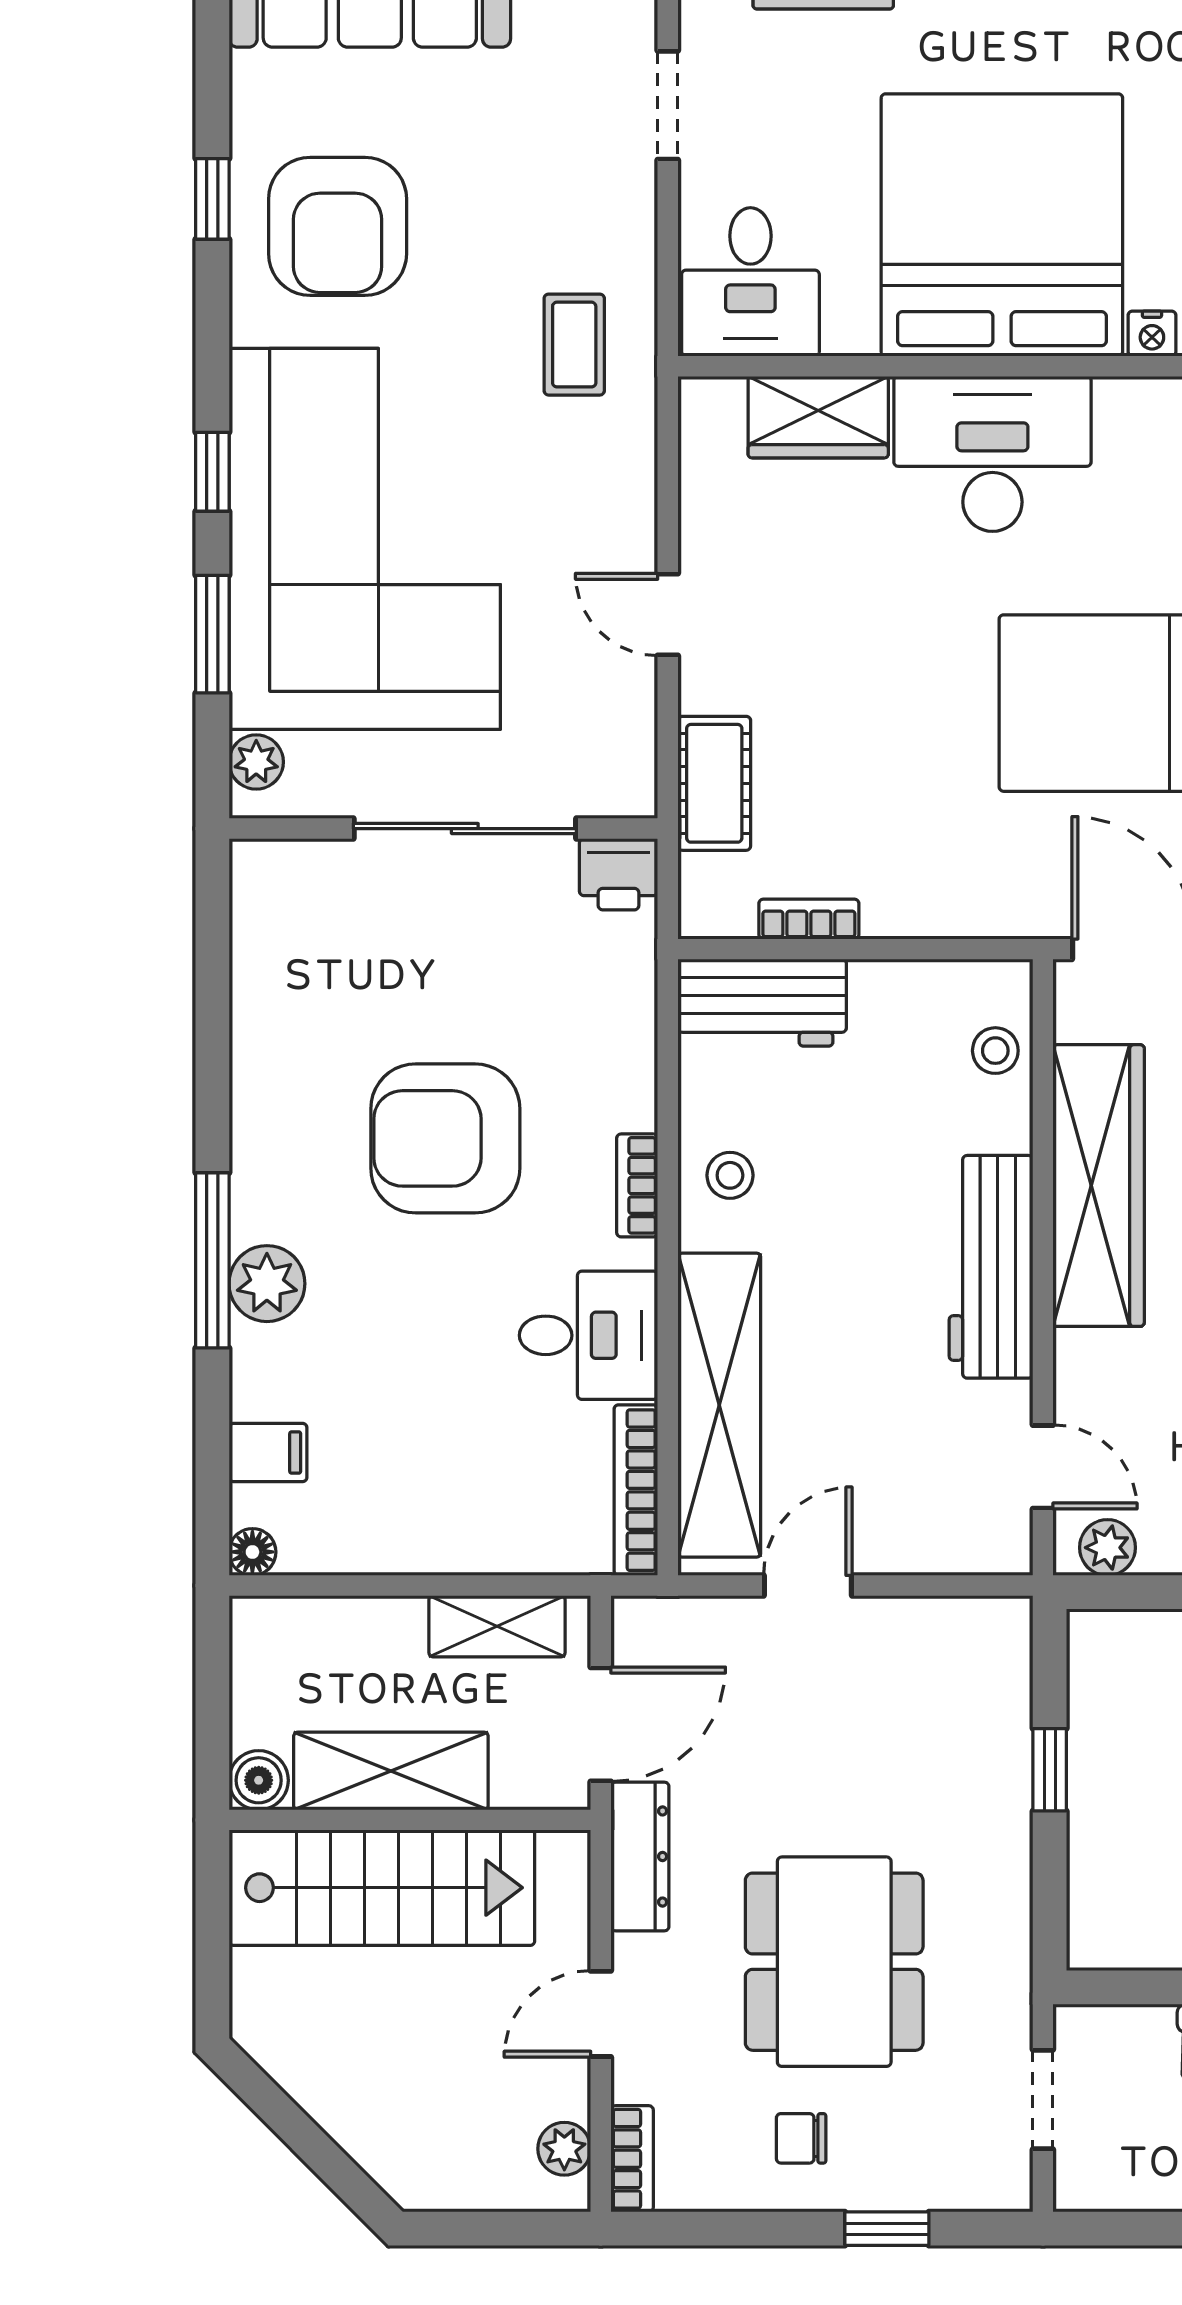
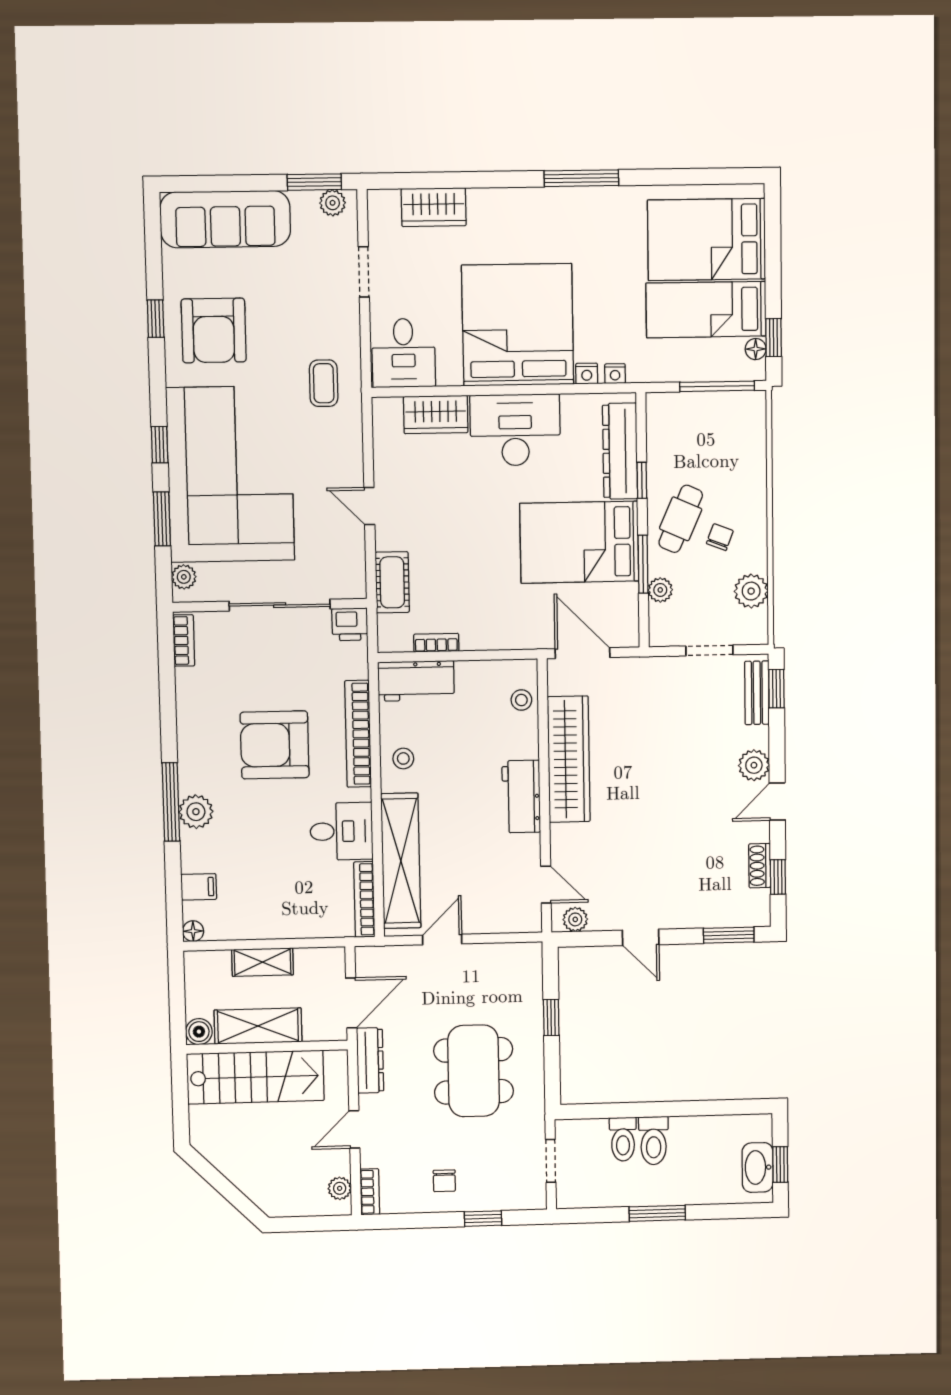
bookcase: (252, 902) -> (184, 640), added
bookcase: (637, 1185) -> (358, 734), width x2.31, depth x1.31
workbench: (991, 1267) -> (521, 797), width x0.73
shelving: (497, 1626) -> (262, 962), moved
dining table: (834, 1962) -> (474, 1071), moved
chair: (801, 2138) -> (444, 1181), turned -90

